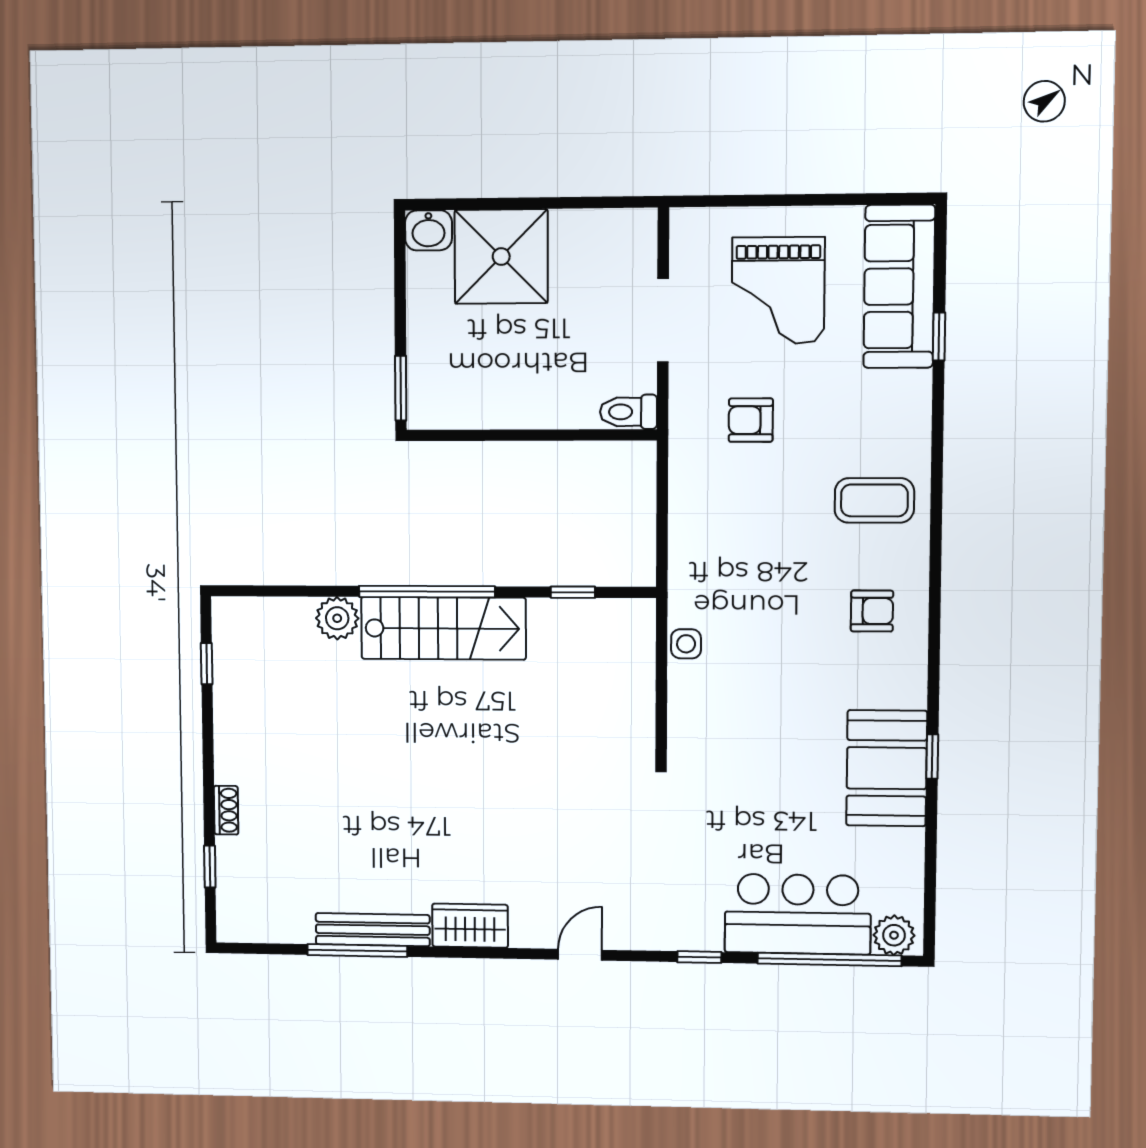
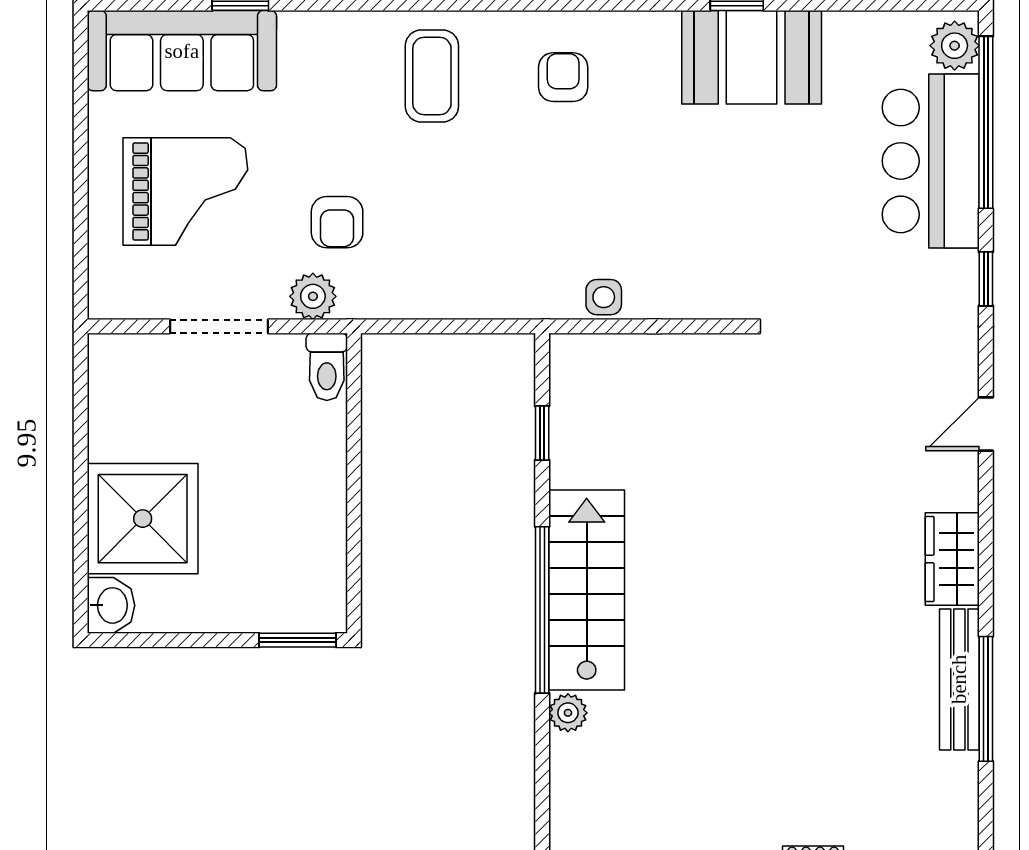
plant: (688, 400) -> (313, 296), added
plant: (337, 618) -> (568, 713), width x0.73, depth x0.73
door: (580, 955) -> (986, 424), hinge flipped

